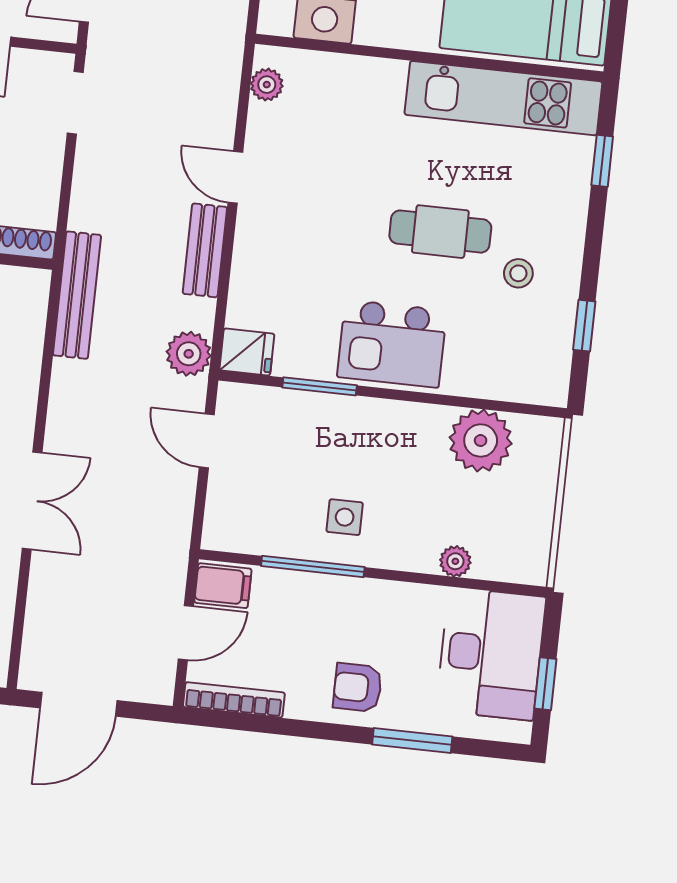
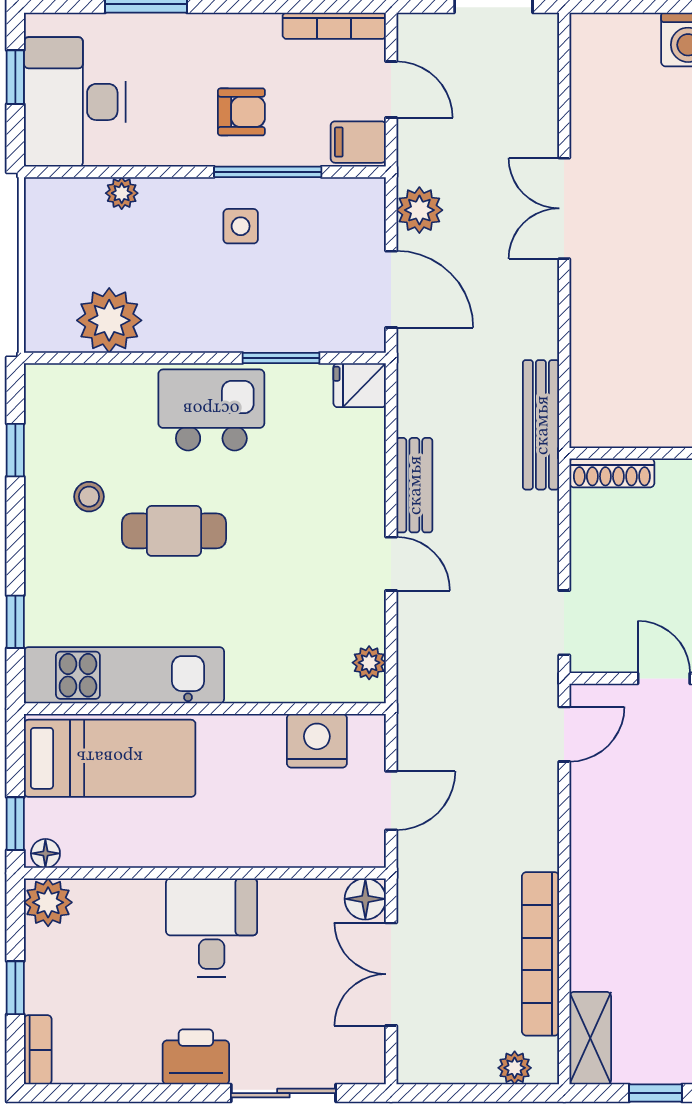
plant: (189, 354) -> (419, 210), moved
door: (207, 441) -> (391, 289), width x1.37
door: (186, 633) -> (391, 90), swing flipped
armchair: (358, 688) -> (241, 112), moved

